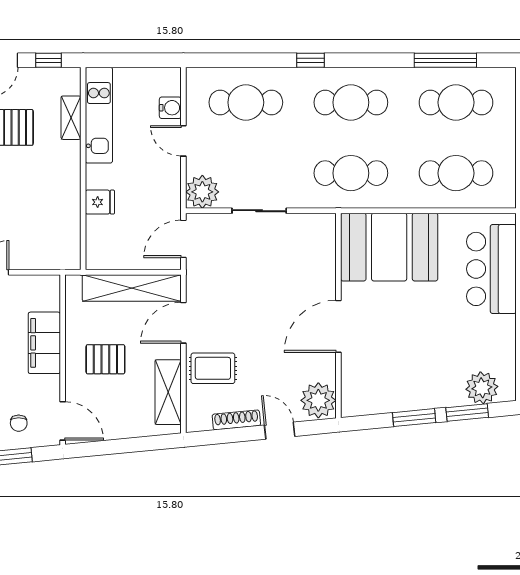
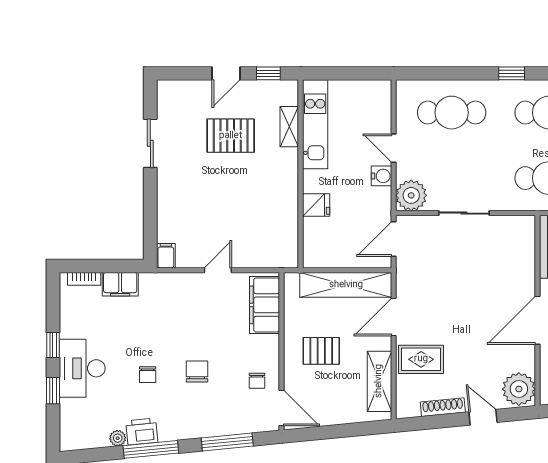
water cooler: (170, 108) -> (381, 176), moved
filing cabinet: (44, 343) -> (264, 305), moved
chair: (19, 423) -> (257, 381), moved

